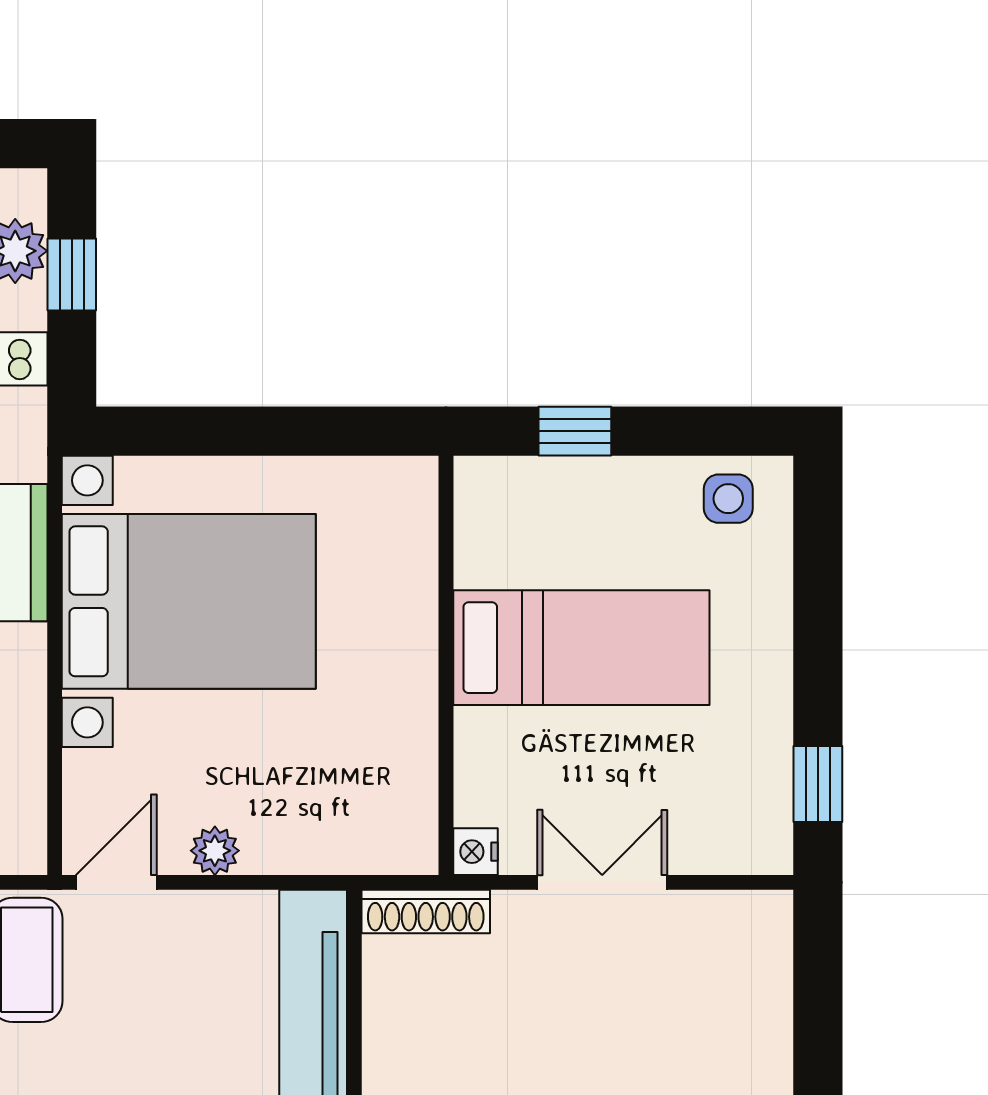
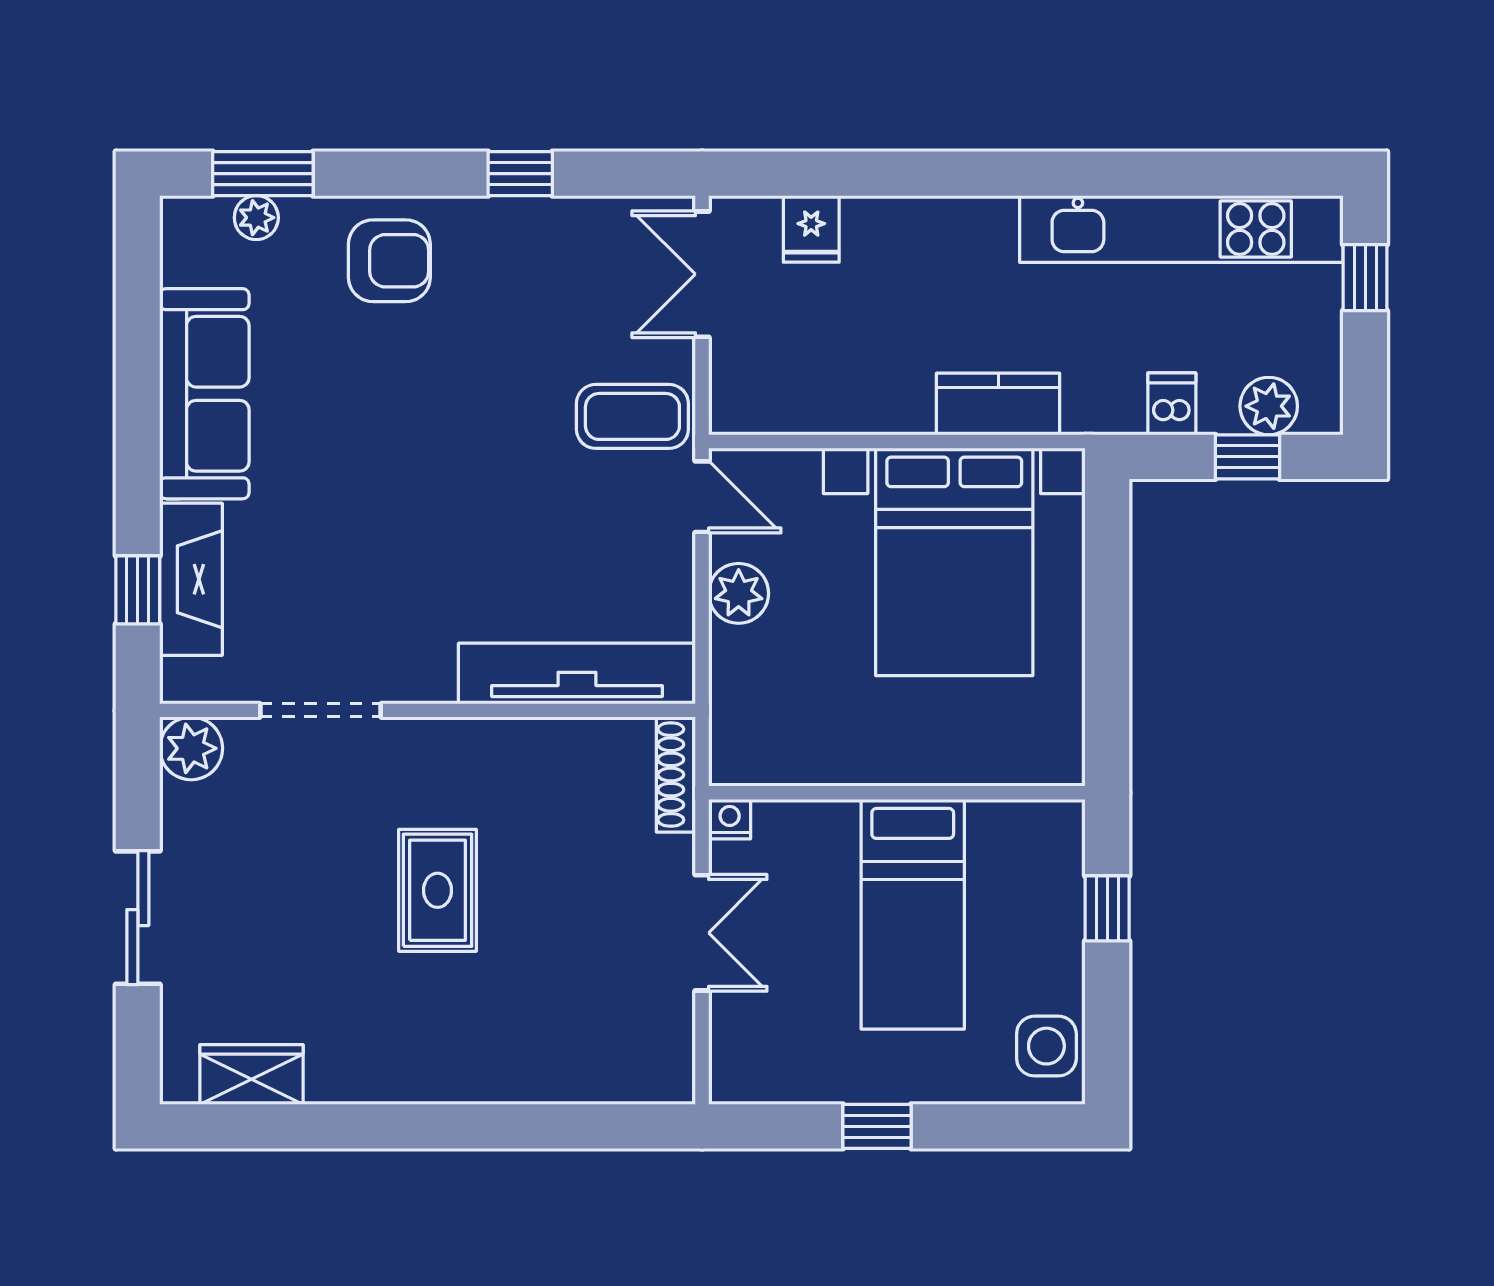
side table: (728, 499) -> (1046, 1046), width x1.37, depth x1.37
window: (818, 784) -> (877, 1126), moved
plant: (215, 851) -> (739, 593), width x1.38, depth x1.38

